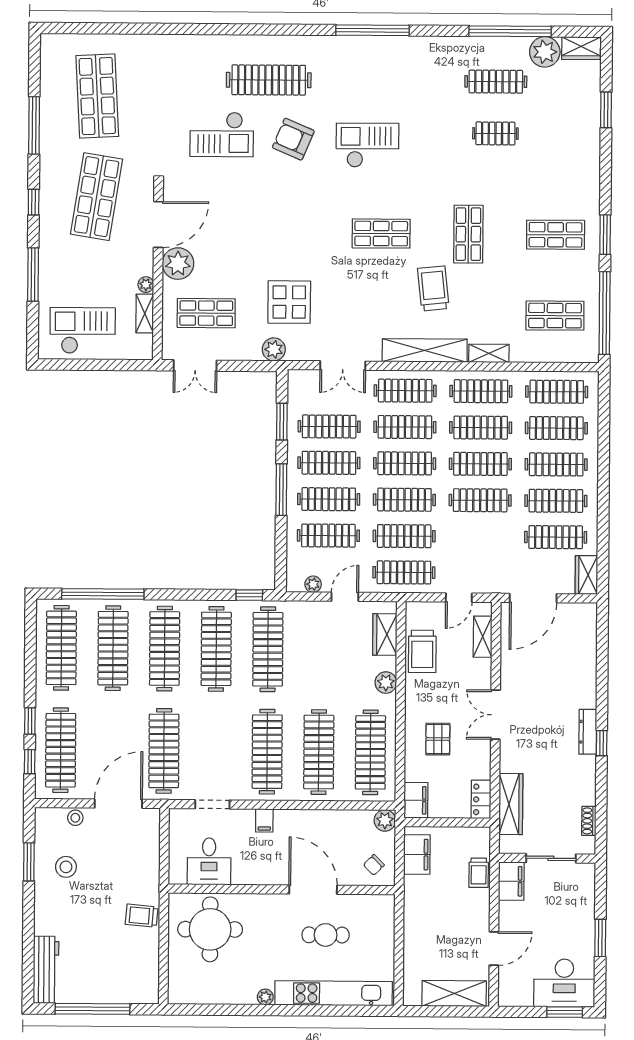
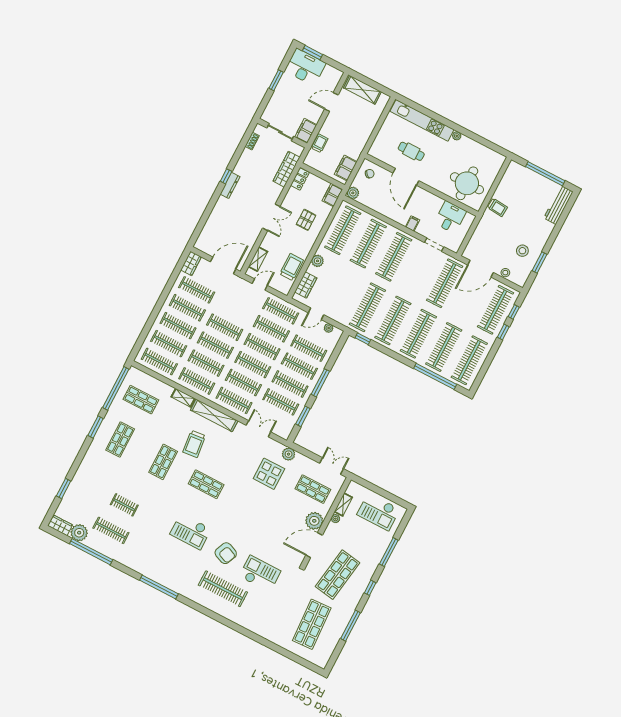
shop shelf: (556, 235) -> (120, 439), turned 90

